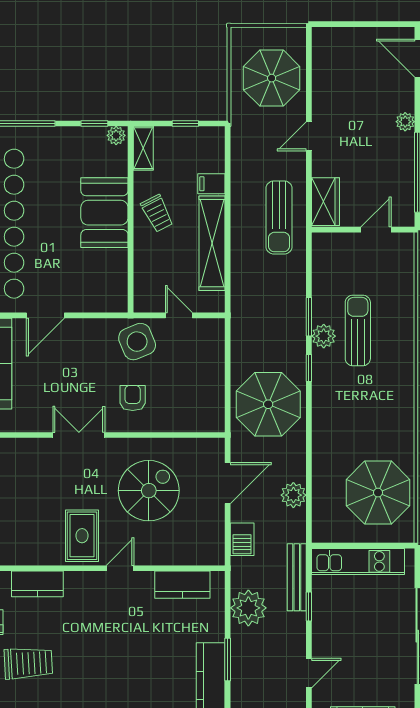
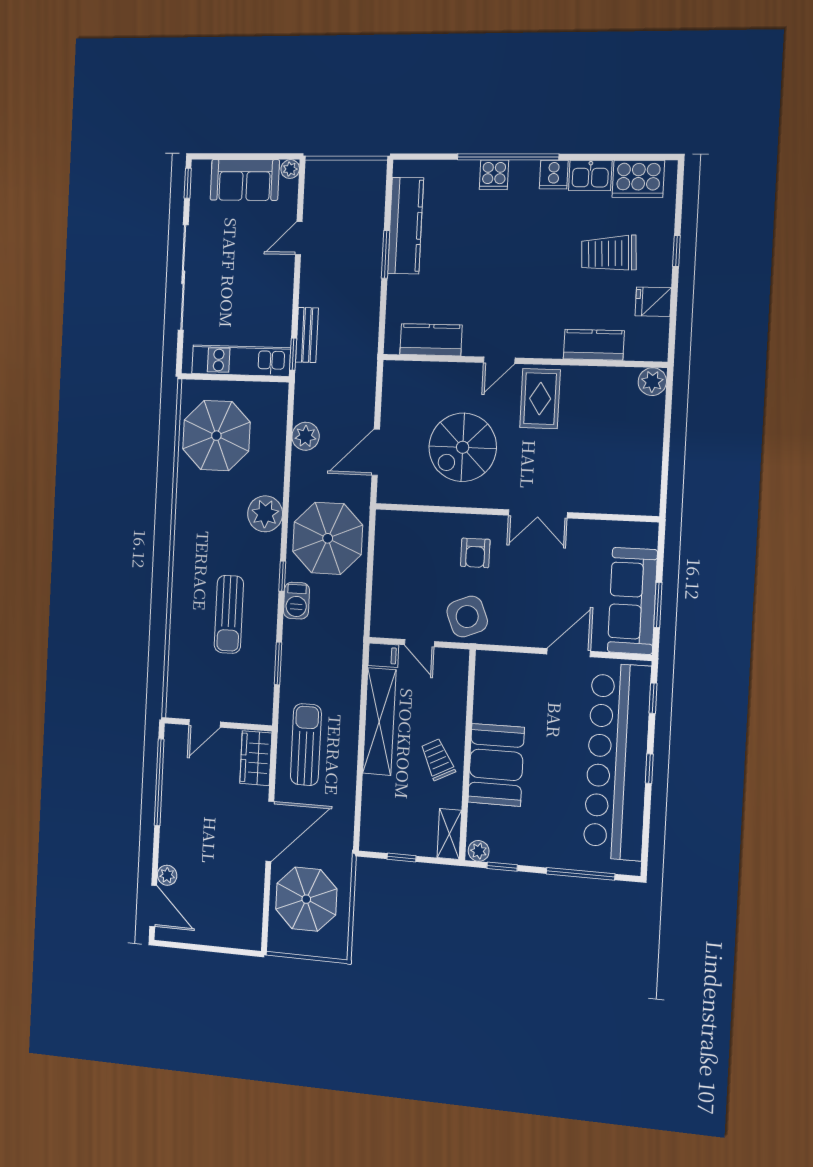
plant: (405, 122) -> (167, 875), moved
door: (309, 136) -> (270, 831), width x1.87
filing cabinet: (211, 184) -> (383, 655), moved
window: (309, 317) -> (278, 663), moved
plant: (324, 336) -> (265, 514), moved, width x1.36, depth x1.36
barbecue: (242, 539) -> (296, 601), moved, turned 180
bench: (297, 577) -> (307, 335), width x0.73
window: (309, 606) -> (293, 354), moved
plant: (248, 608) -> (360, 312), removed

